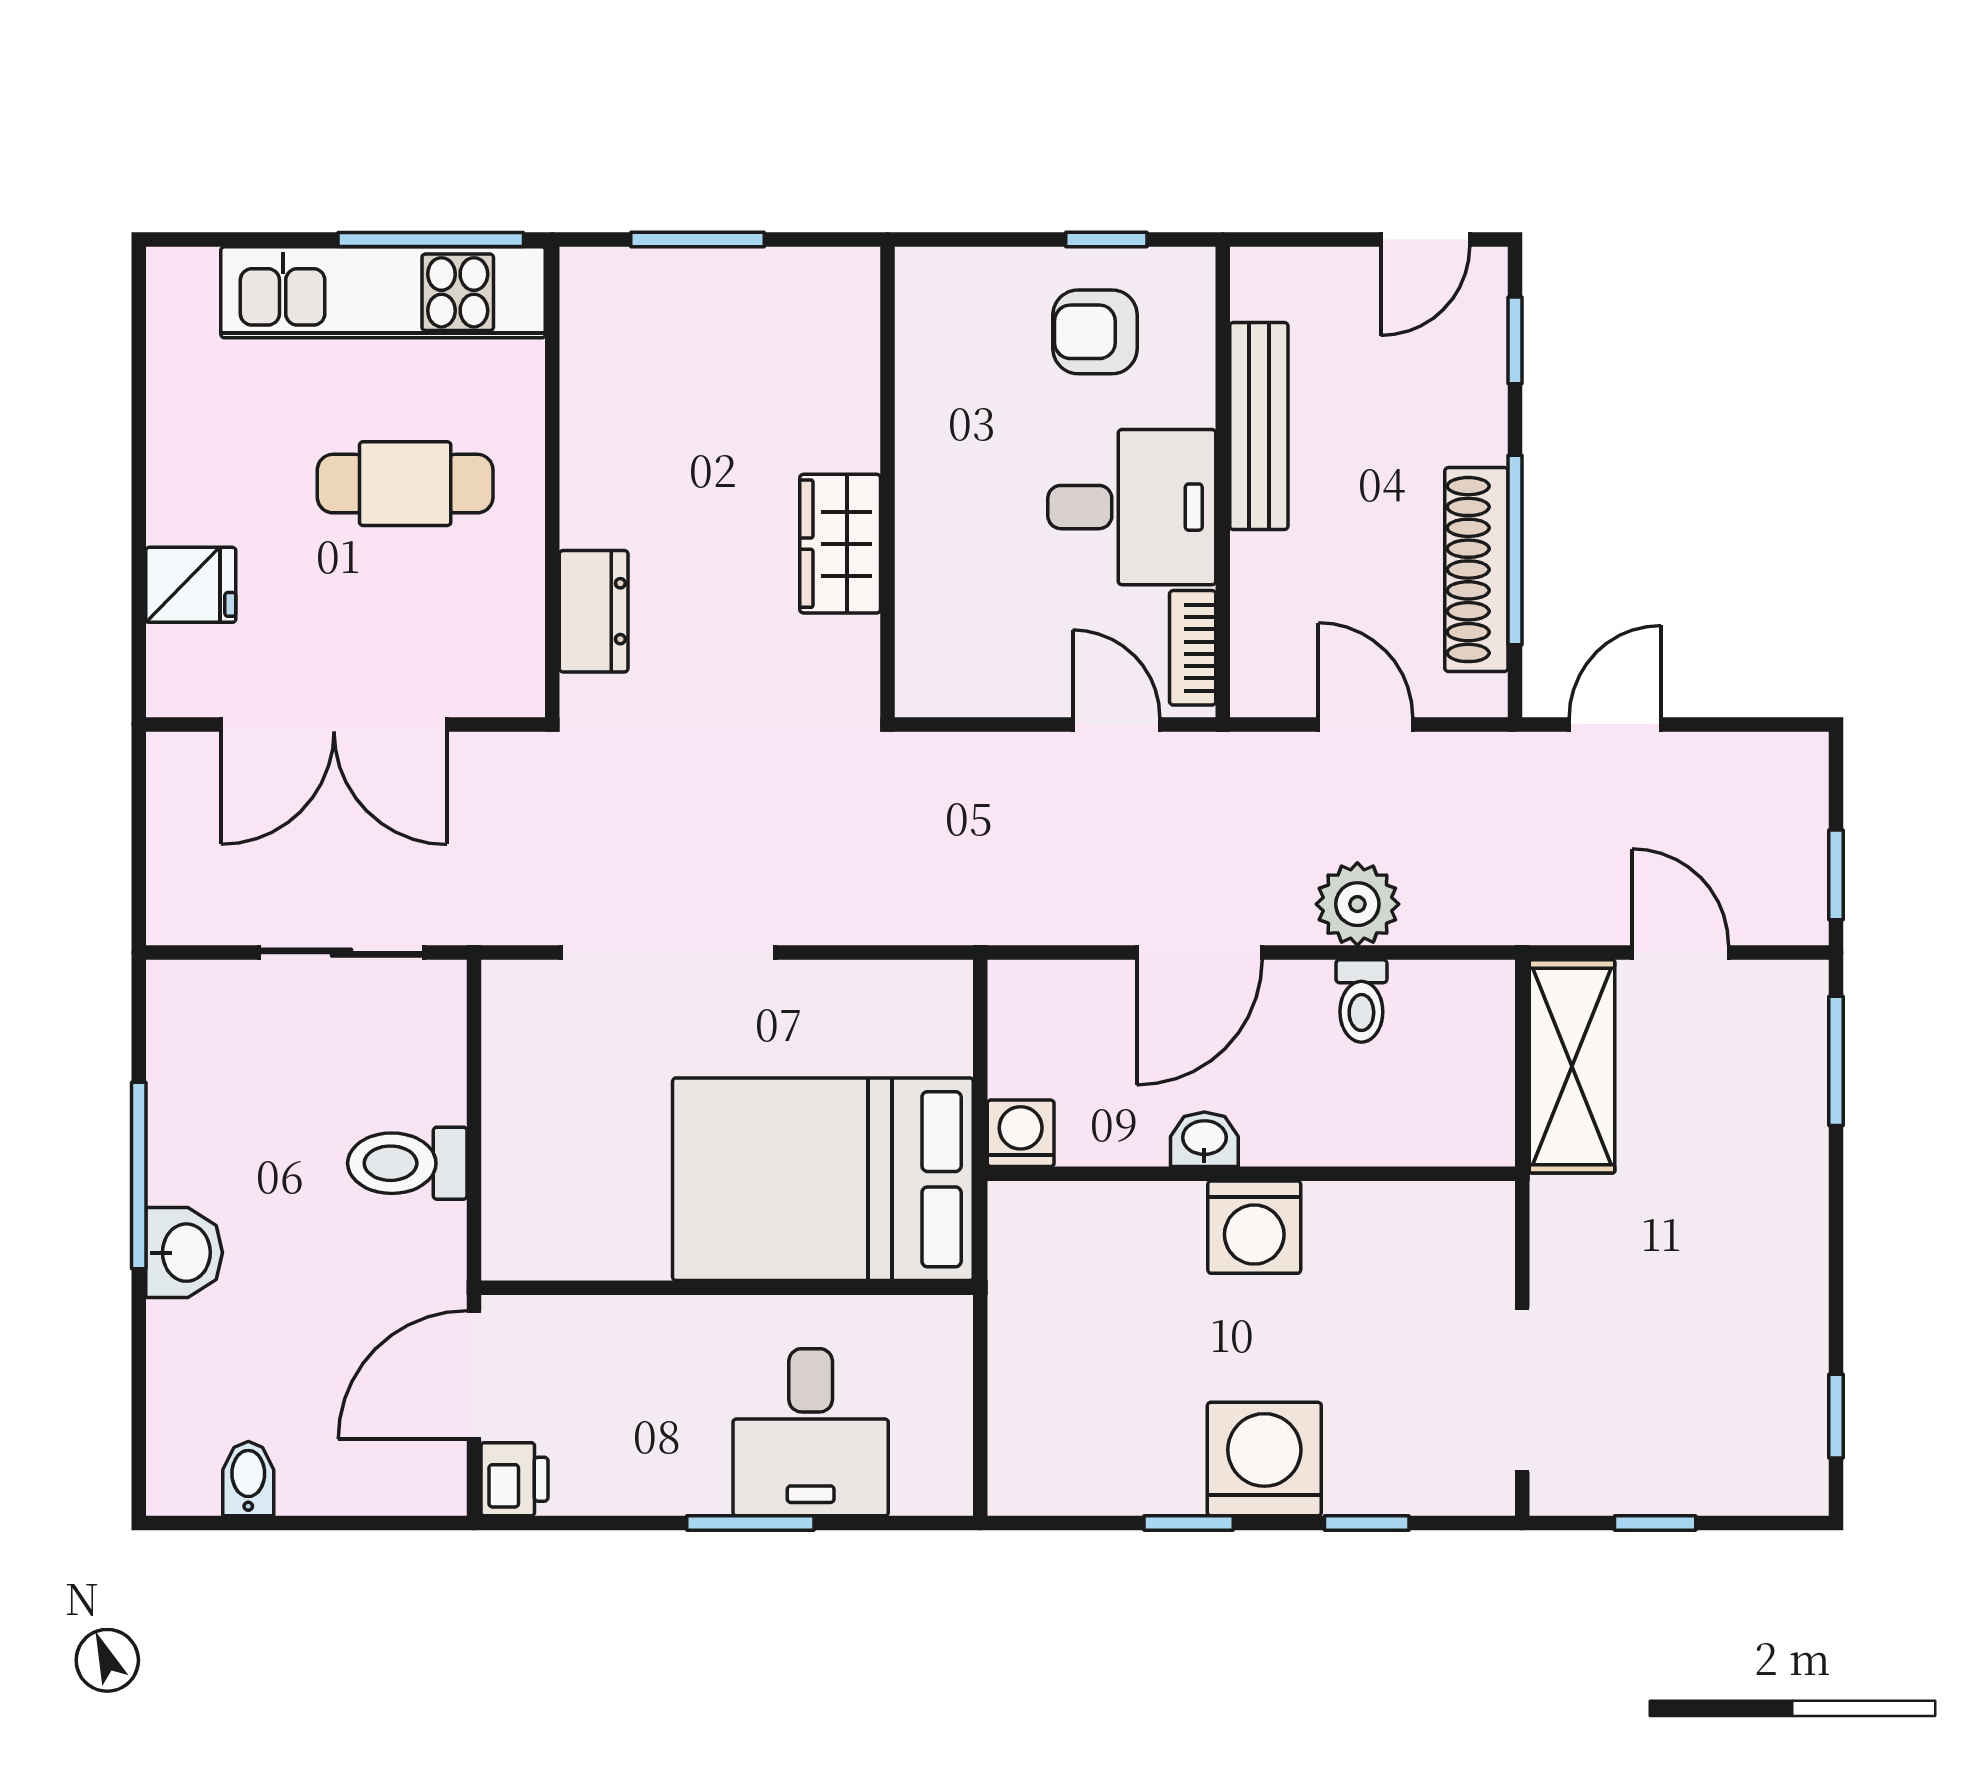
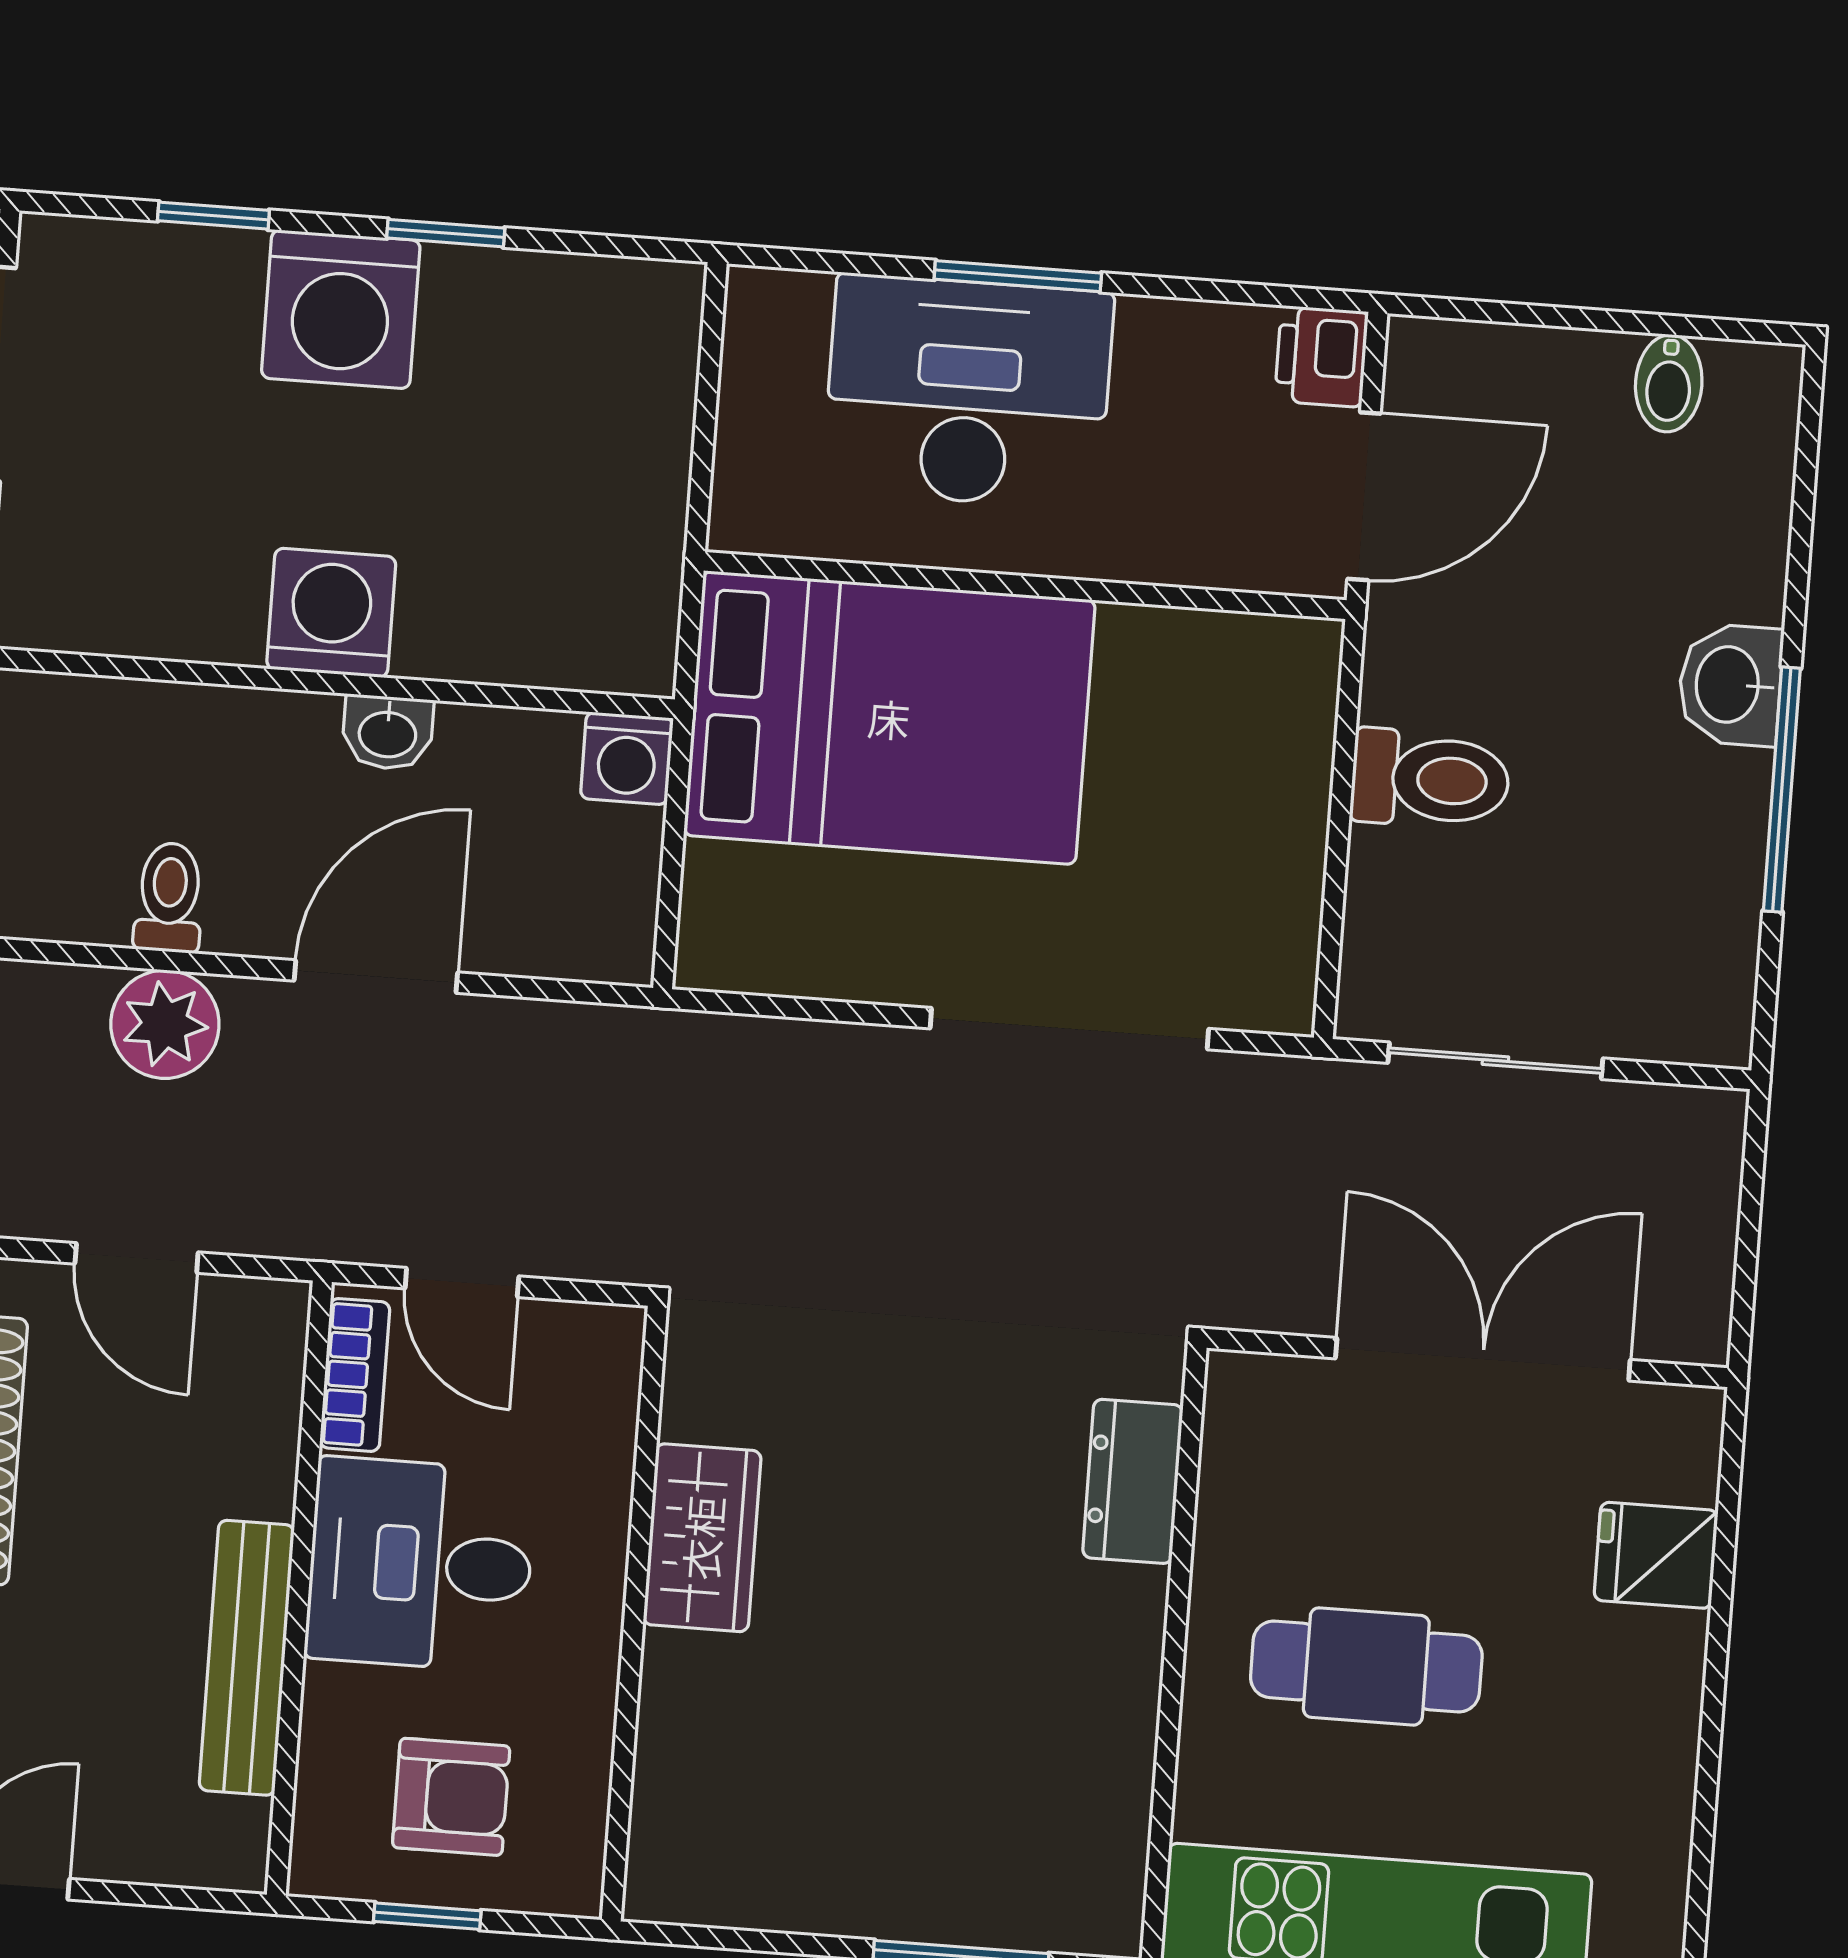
wall: (888, 482) -> (634, 1614), moved
wardrobe: (840, 544) -> (702, 1538), moved
desk: (811, 1432) -> (968, 392), width x1.37

